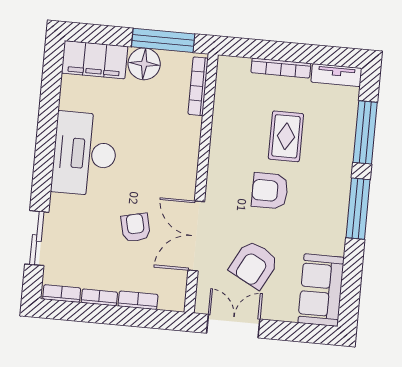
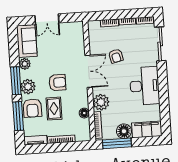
floor lamp: (223, 116) -> (84, 113), added
plant: (183, 134) -> (101, 102), added
plant: (334, 192) -> (28, 87), added
double door: (196, 236) -> (89, 71), moved
sliding door: (37, 238) -> (160, 44), width x1.37
plant: (333, 242) -> (25, 64), added
armchair: (254, 265) -> (32, 108), moved, turned 152
double door: (233, 326) -> (47, 19), moved

